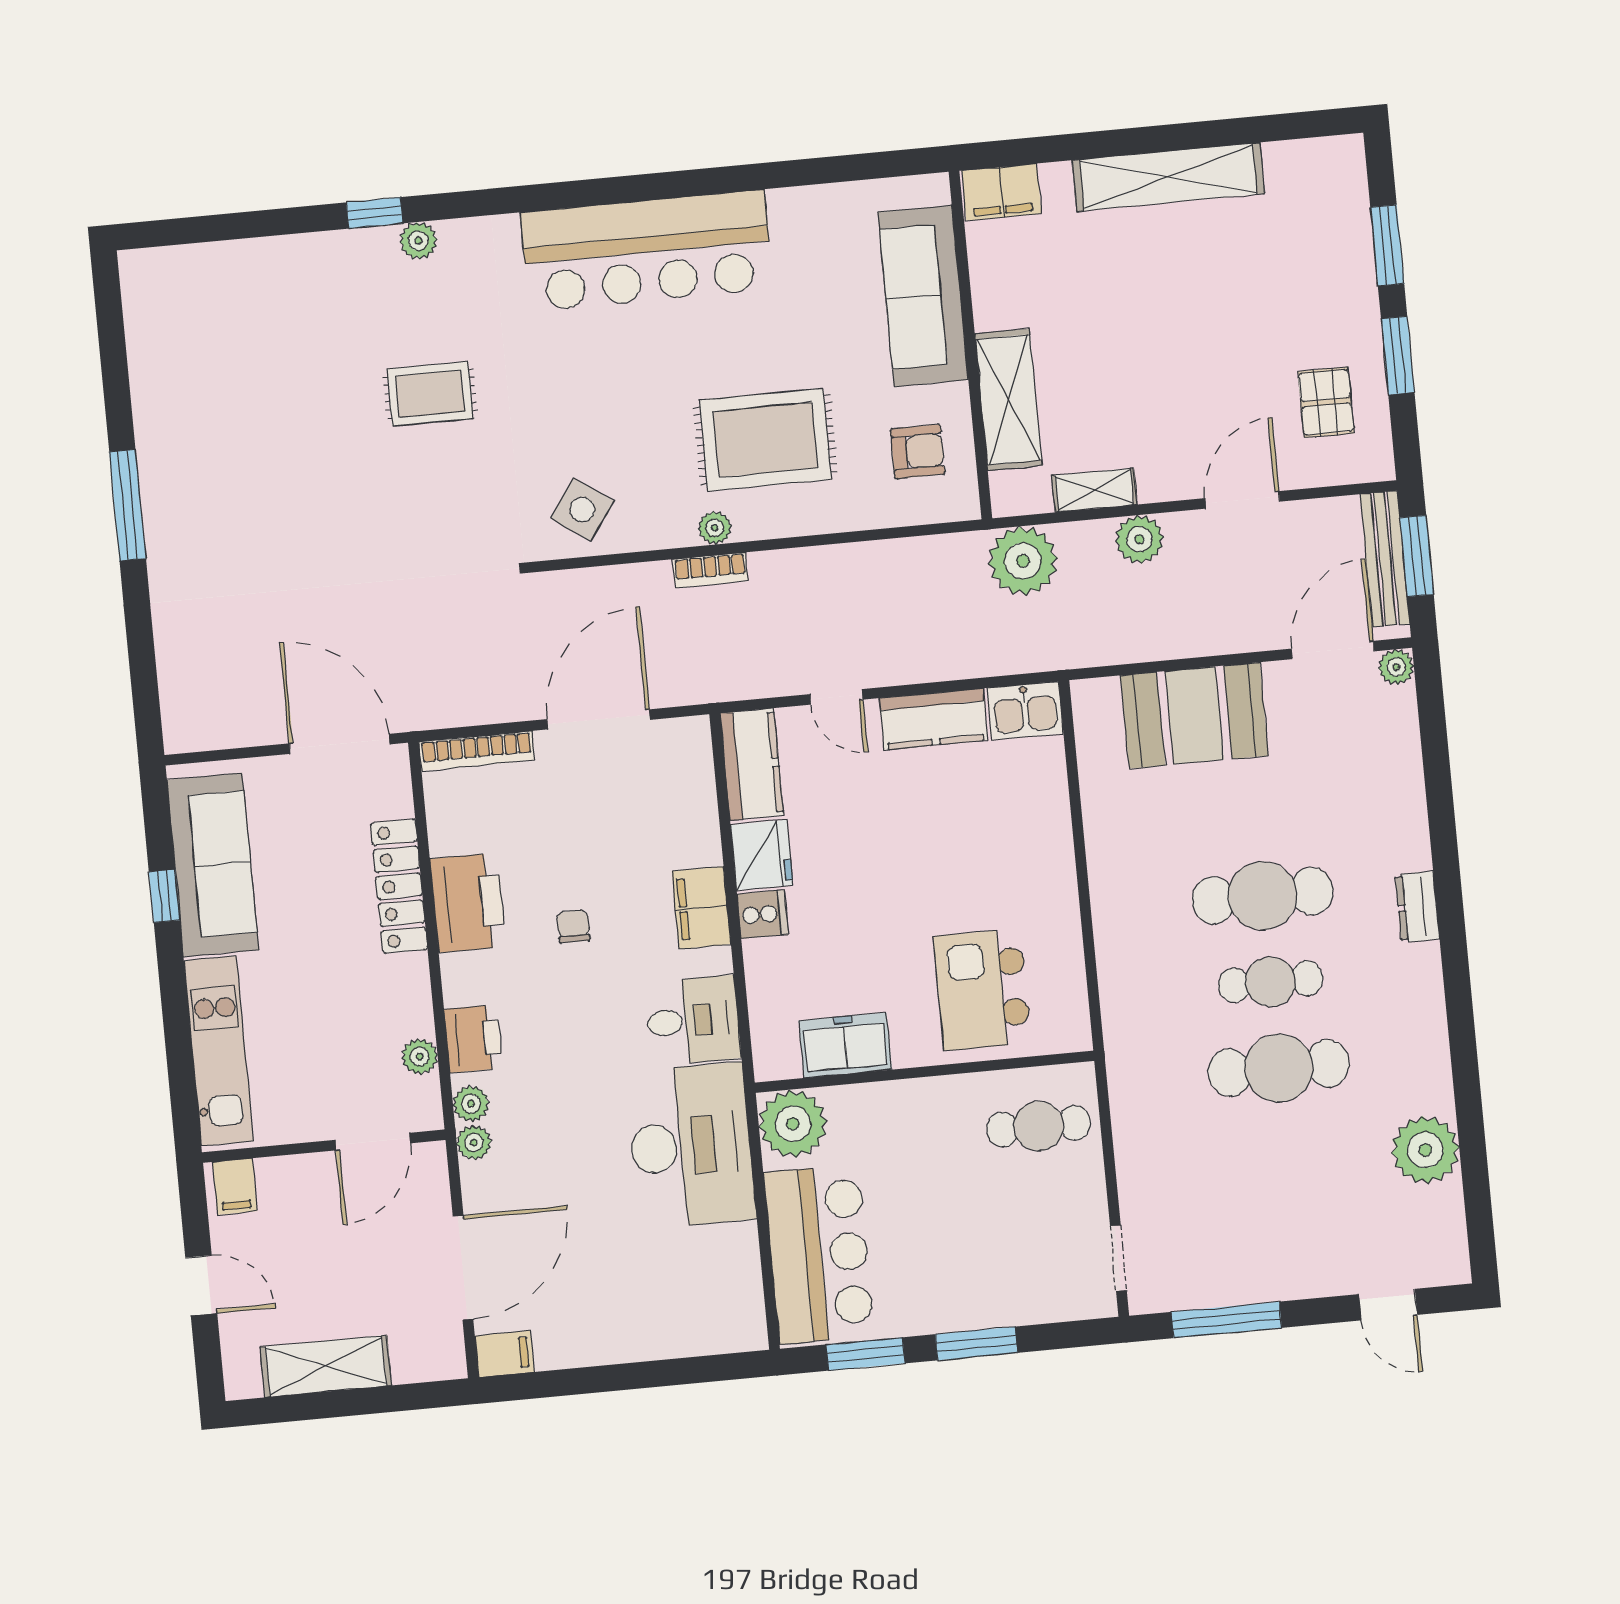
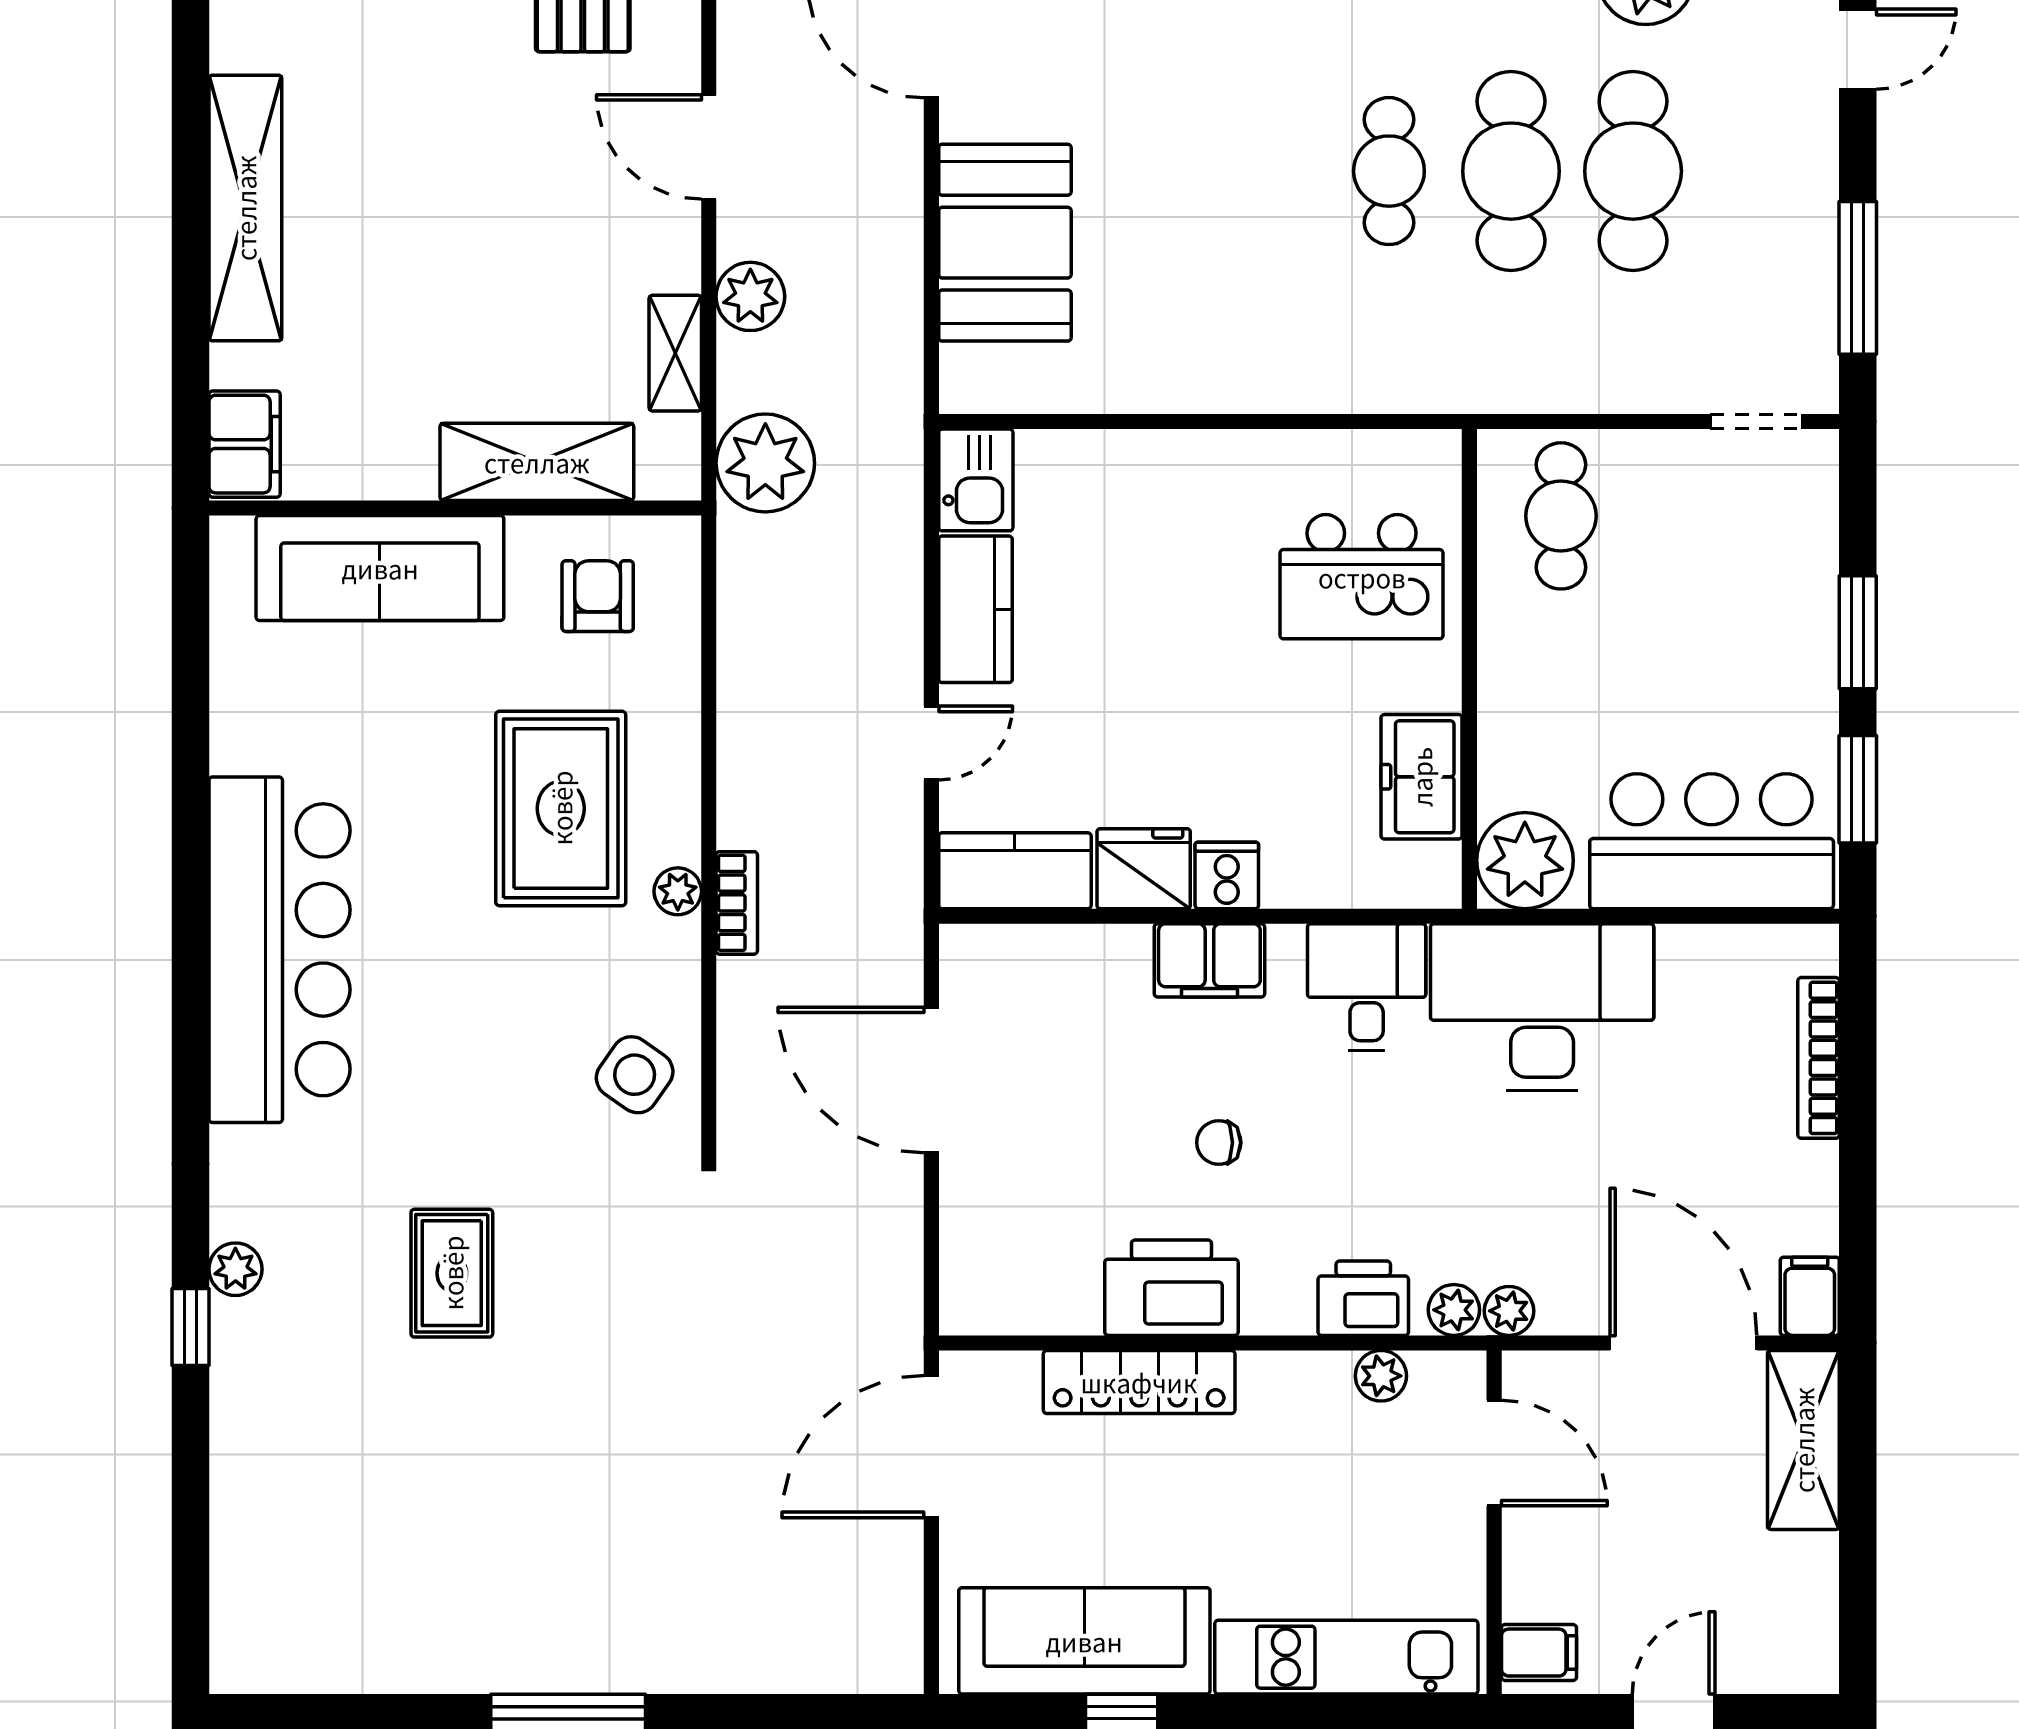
bookcase: (477, 751) -> (1819, 1058), moved, turned 180
cafe table: (1262, 896) -> (1633, 171), moved
shelving: (326, 1366) -> (1803, 1440), moved

